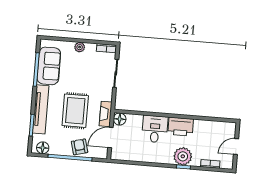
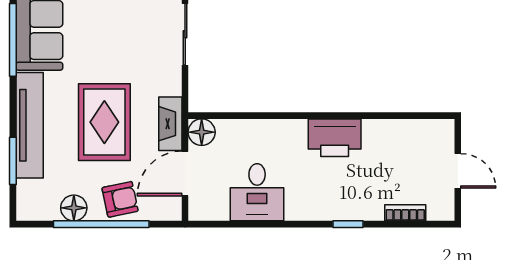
desk: (155, 129) -> (257, 192), moved, turned 180
armchair: (80, 147) -> (120, 199), turned 93
door: (236, 147) -> (458, 171), swing flipped
floor lamp: (43, 148) -> (74, 208), moved
plant: (183, 156) -> (345, 201), removed

